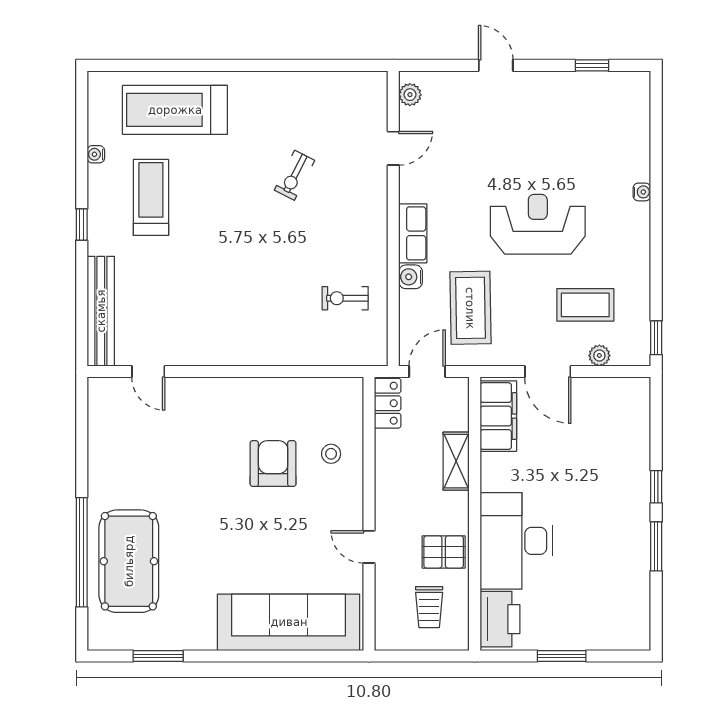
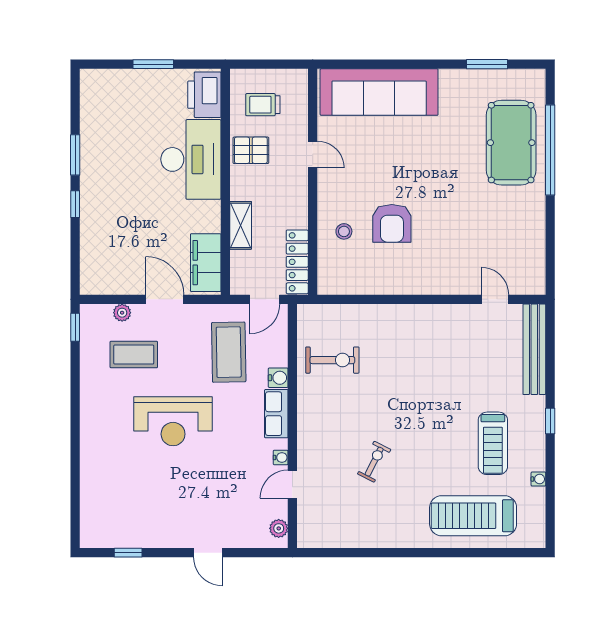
treadmill: (175, 110) -> (473, 516), turned 180
water cooler: (642, 192) -> (281, 457), moved, turned 180
exercise bike: (345, 298) -> (332, 360), width x1.38, depth x1.39
locker: (388, 403) -> (297, 262), width x1.53
trolley: (429, 607) -> (263, 105), turned -90

